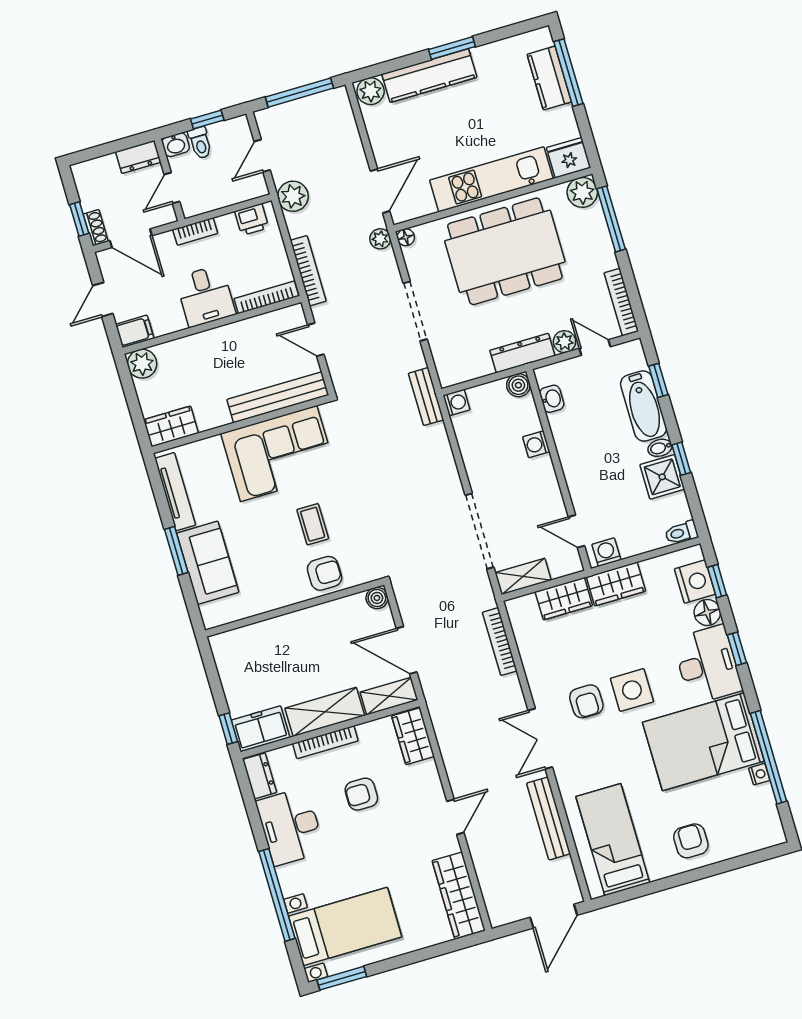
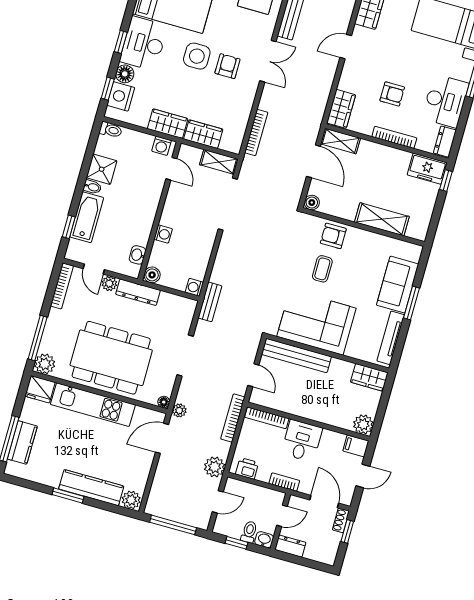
window: (681, 459) -> (84, 173), removed
shelving: (325, 712) -> (382, 219), moved

